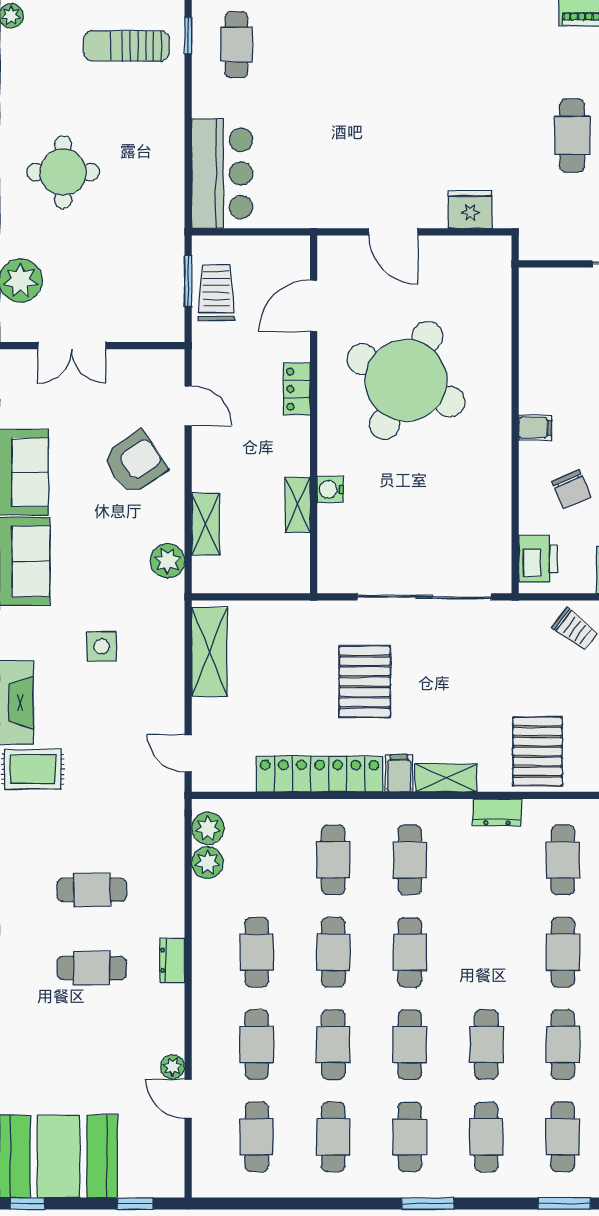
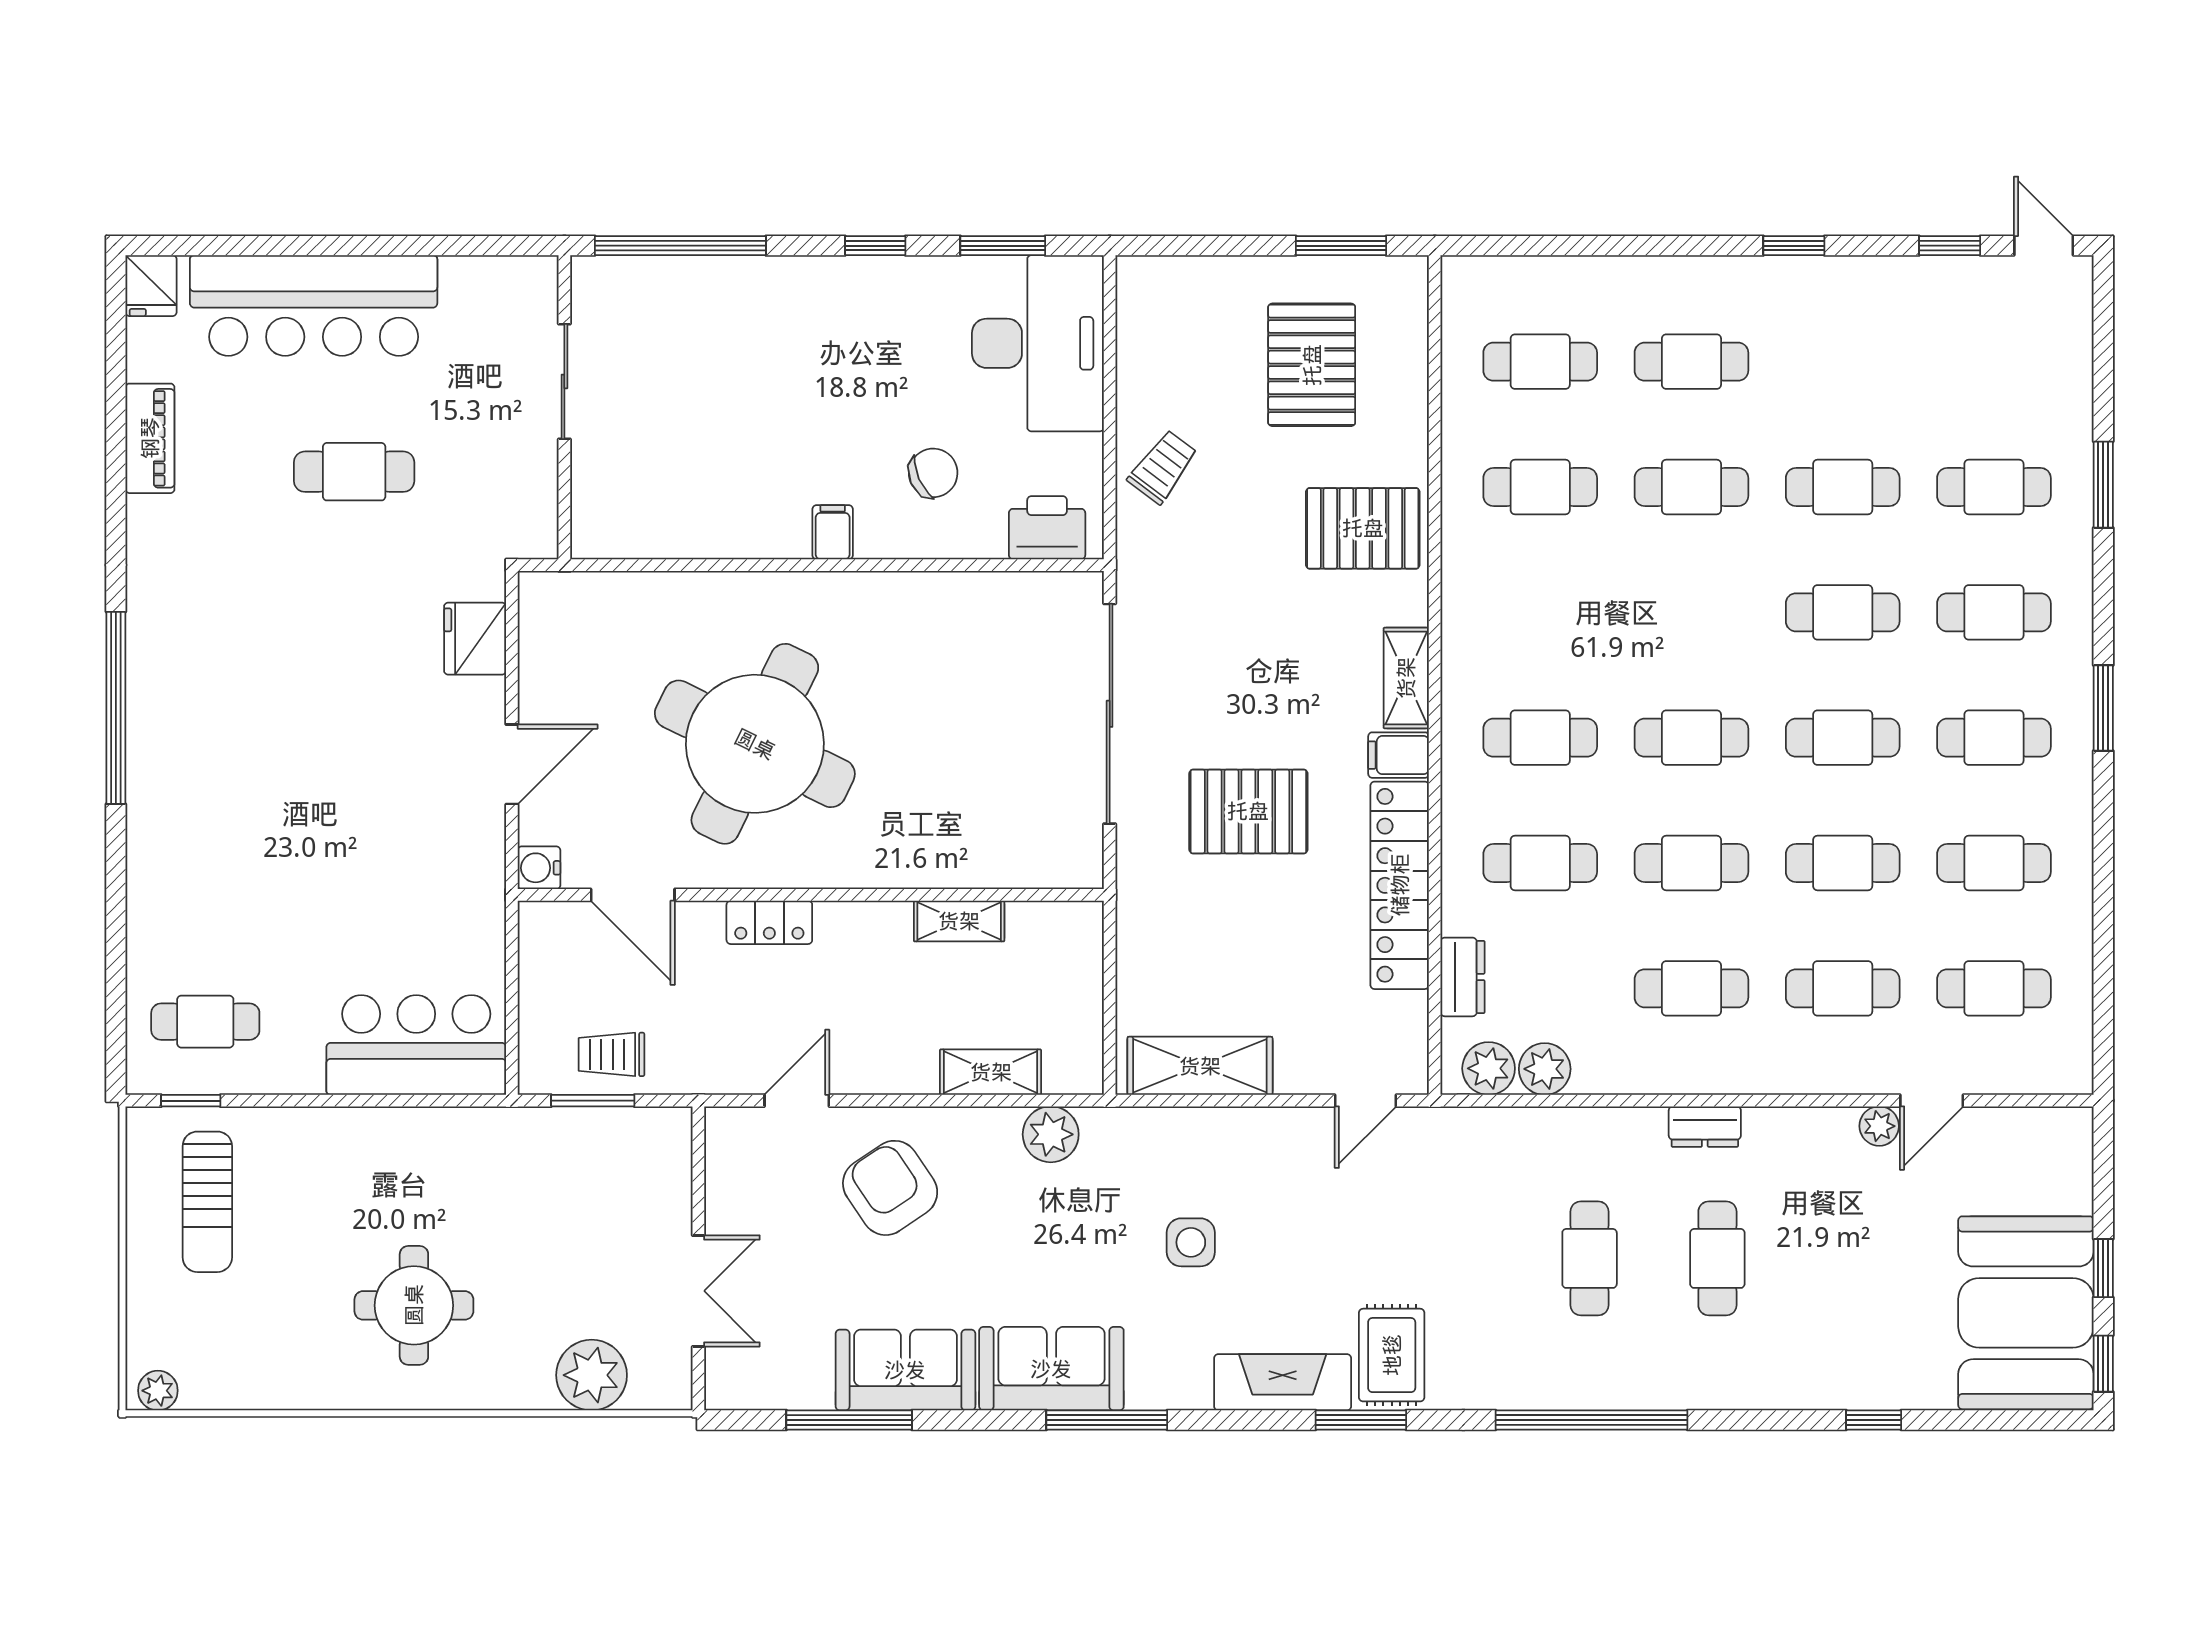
trolley: (216, 293) -> (611, 1054), width x0.73, depth x0.72
water cooler: (330, 489) -> (539, 868), moved, turned 90
dresser: (497, 812) -> (1463, 977), moved
window: (135, 1204) -> (2103, 1268), moved

